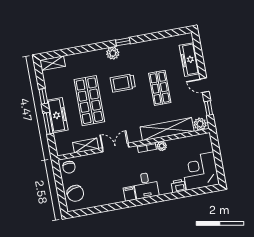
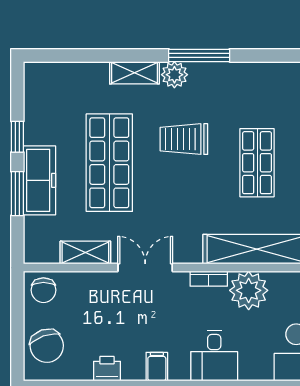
window: (123, 42) -> (199, 55), width x2.17
shelving: (53, 63) -> (134, 73), moved
plant: (162, 146) -> (249, 290), width x1.87, depth x1.87
desk: (146, 185) -> (214, 356), moved
printer: (178, 186) -> (107, 369), moved

